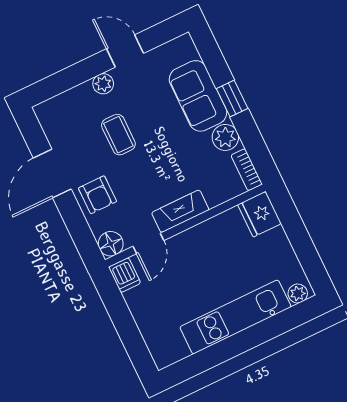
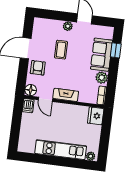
window: (232, 98) -> (116, 50), moved
armchair: (98, 195) -> (38, 68), turned 180
door: (148, 243) -> (45, 99), hinge flipped

